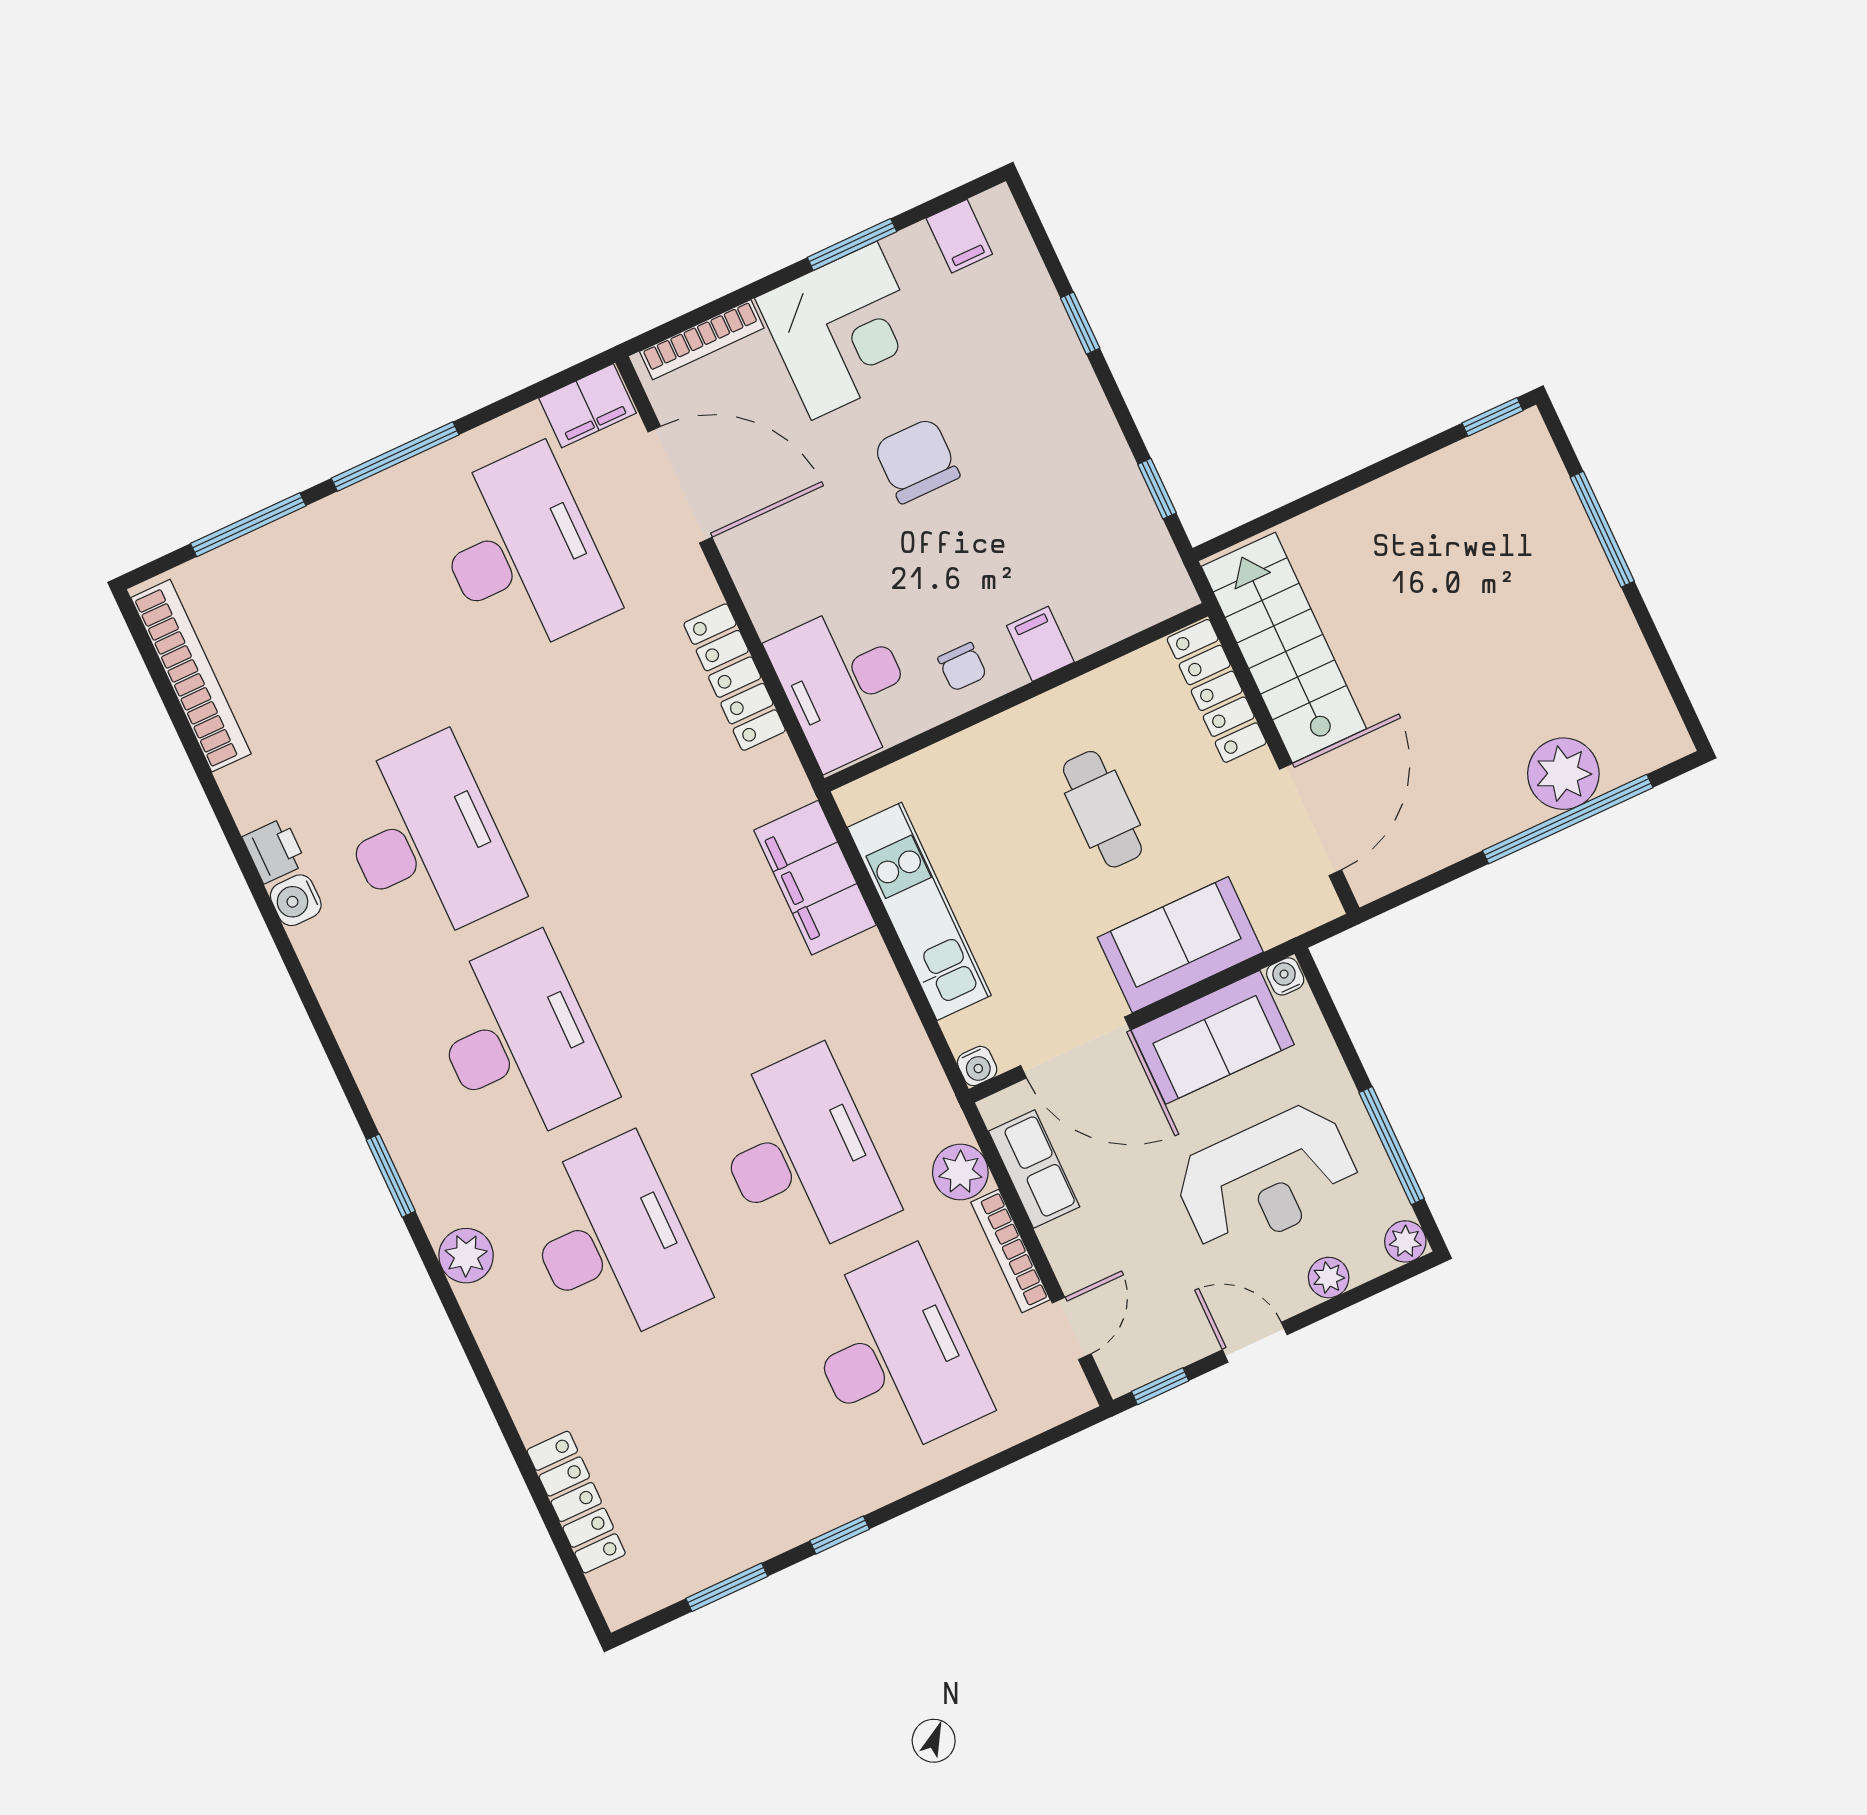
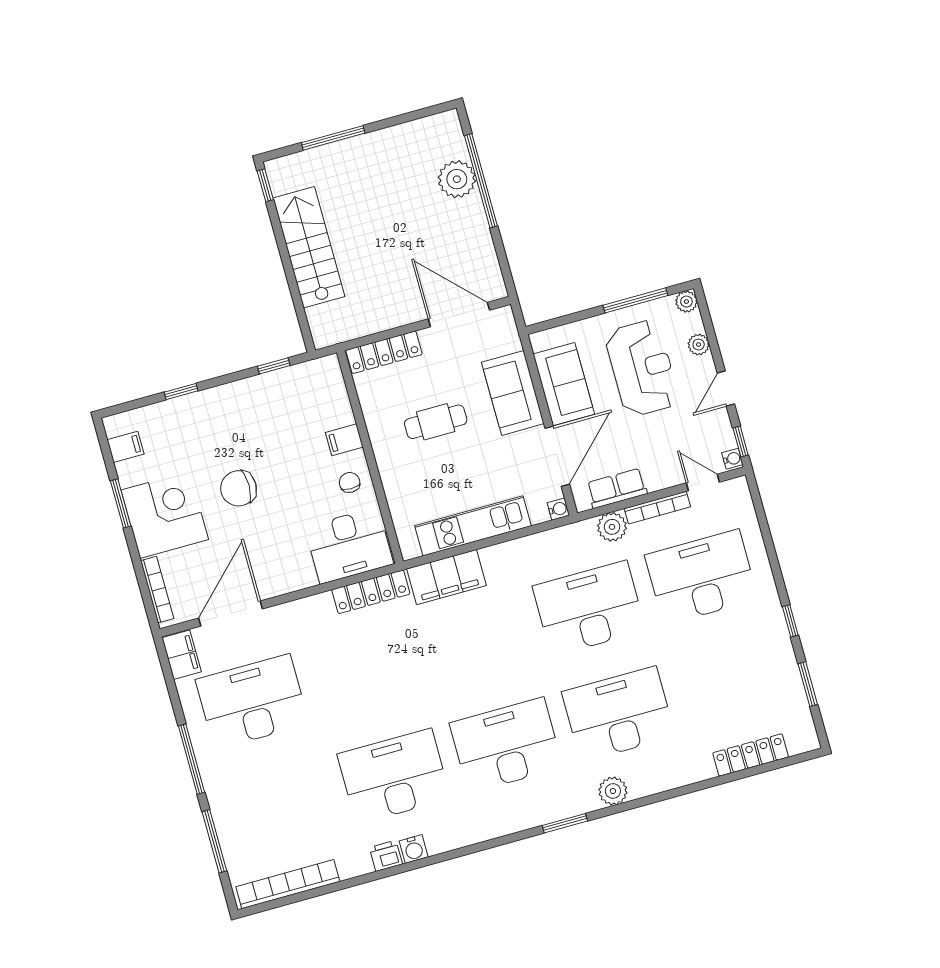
stairs: (1284, 648) -> (309, 247), moved, turned 90
chair: (962, 667) -> (350, 482), turned -90
locker: (735, 677) -> (371, 592), moved
water cooler: (1285, 976) -> (732, 459), moved, turned 180

